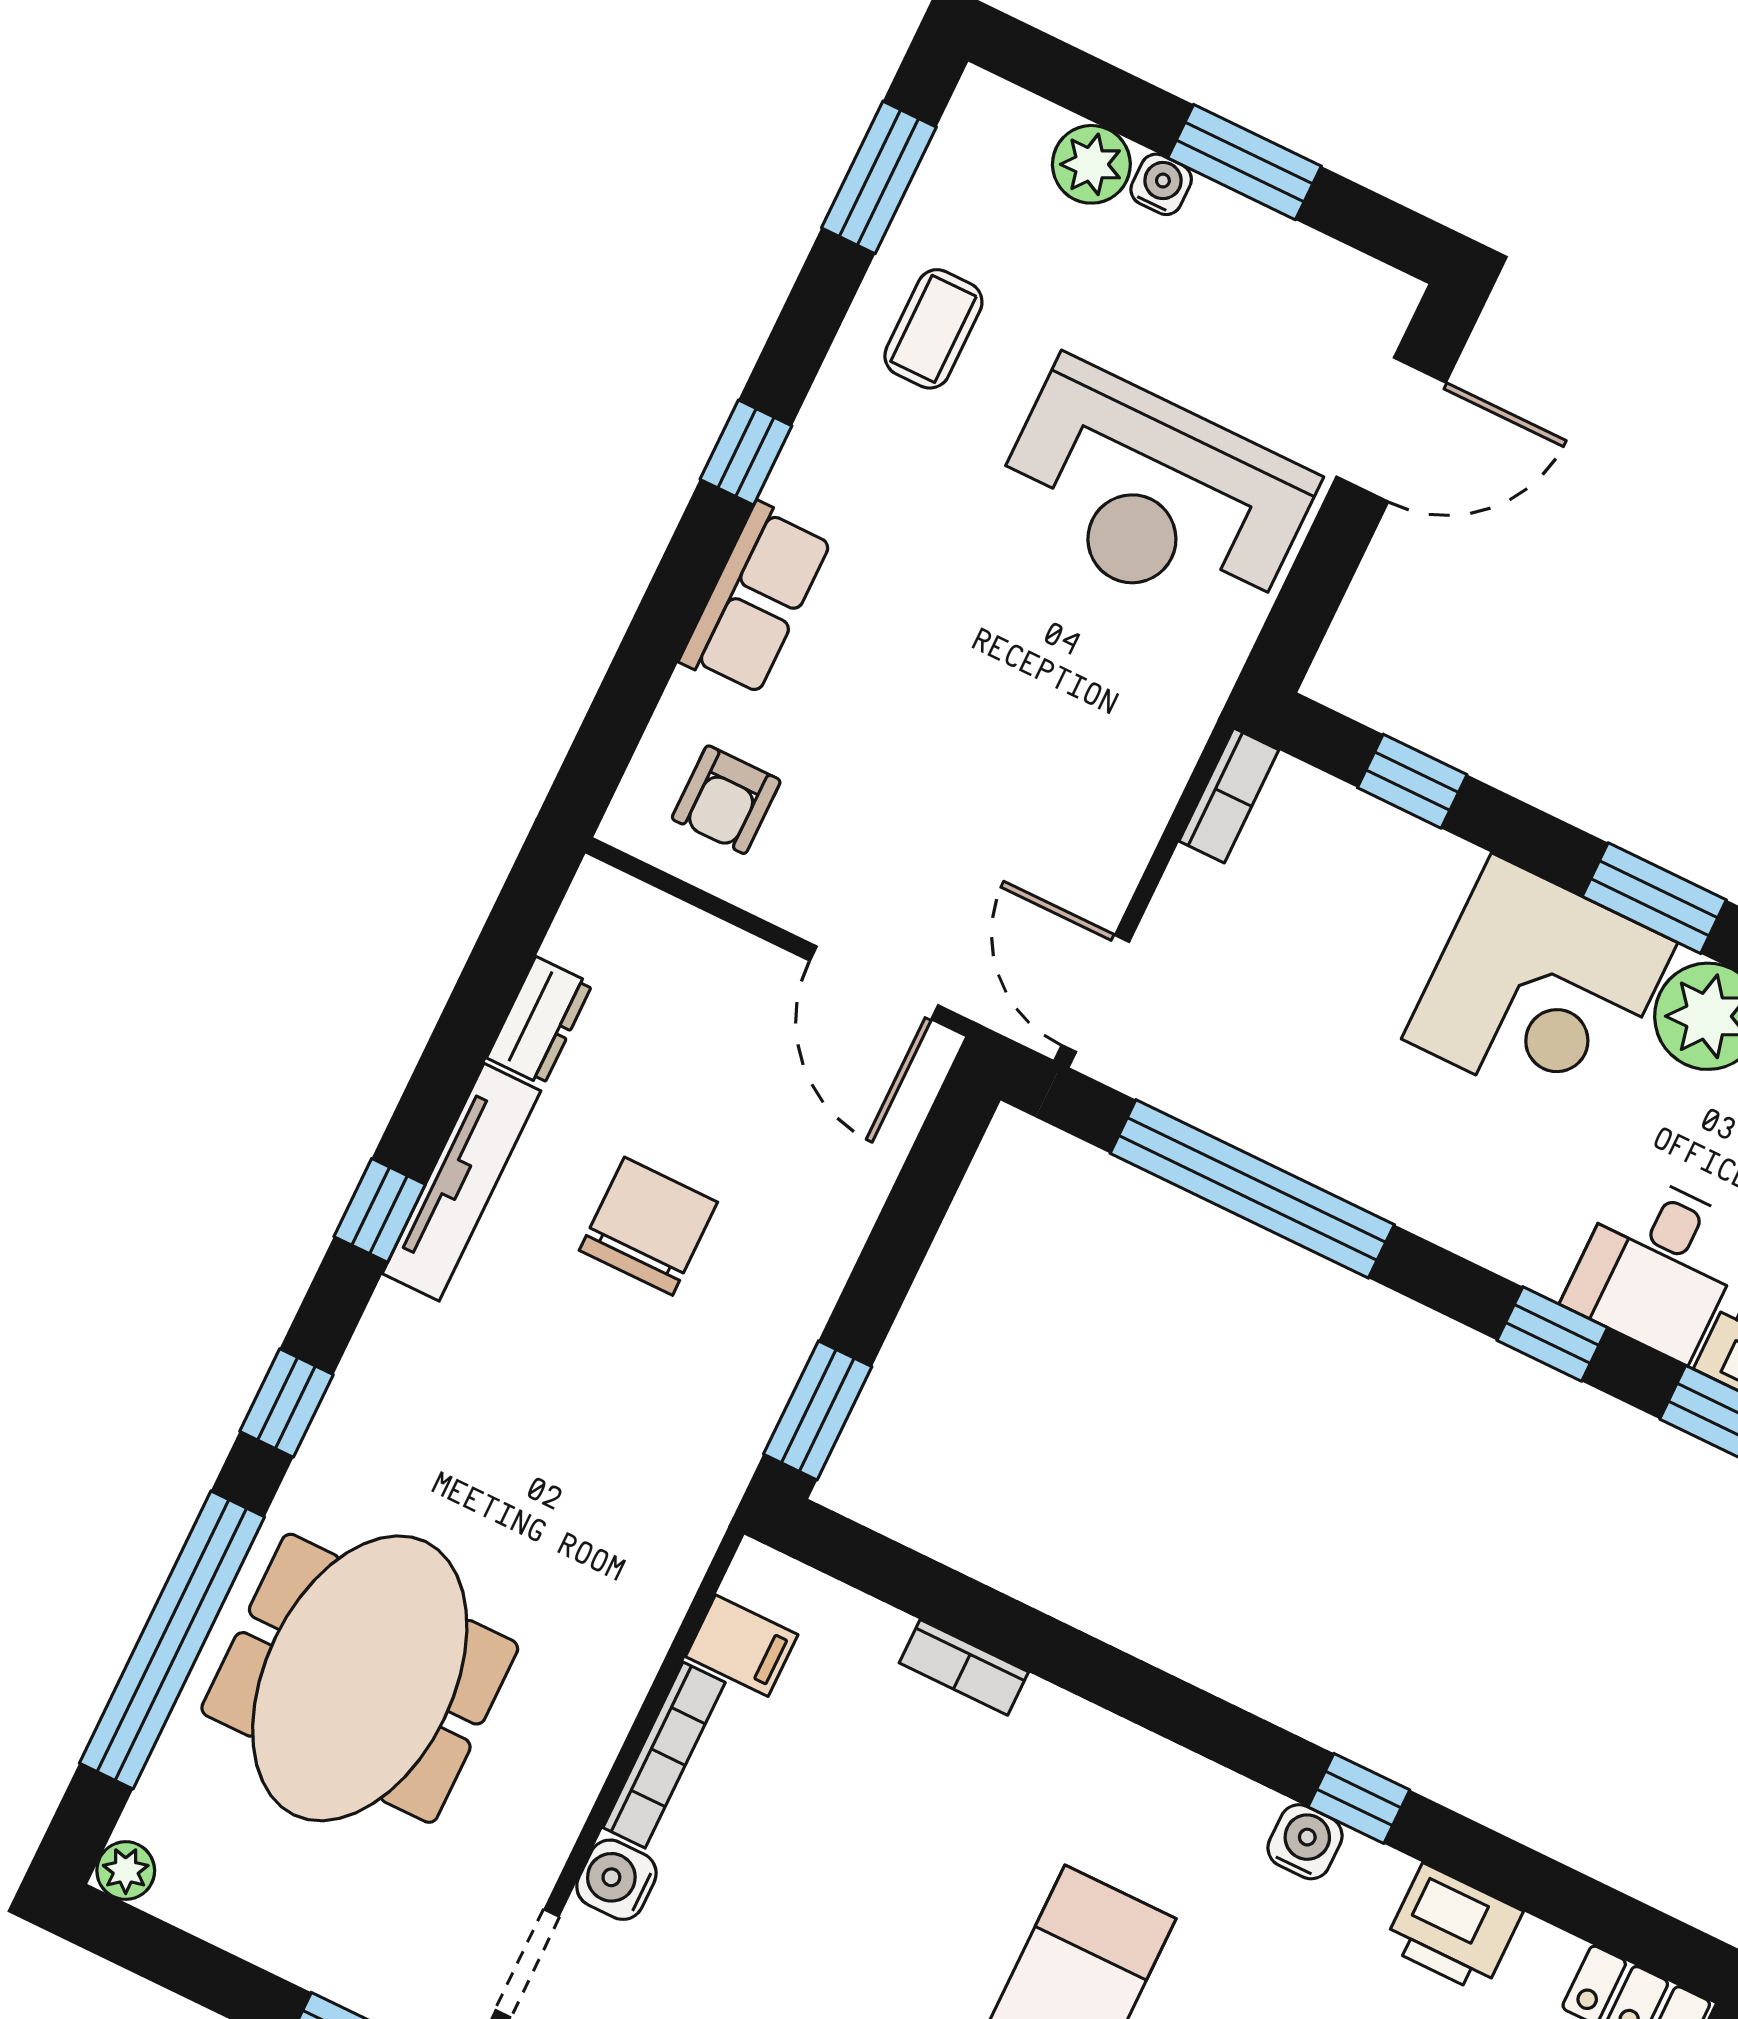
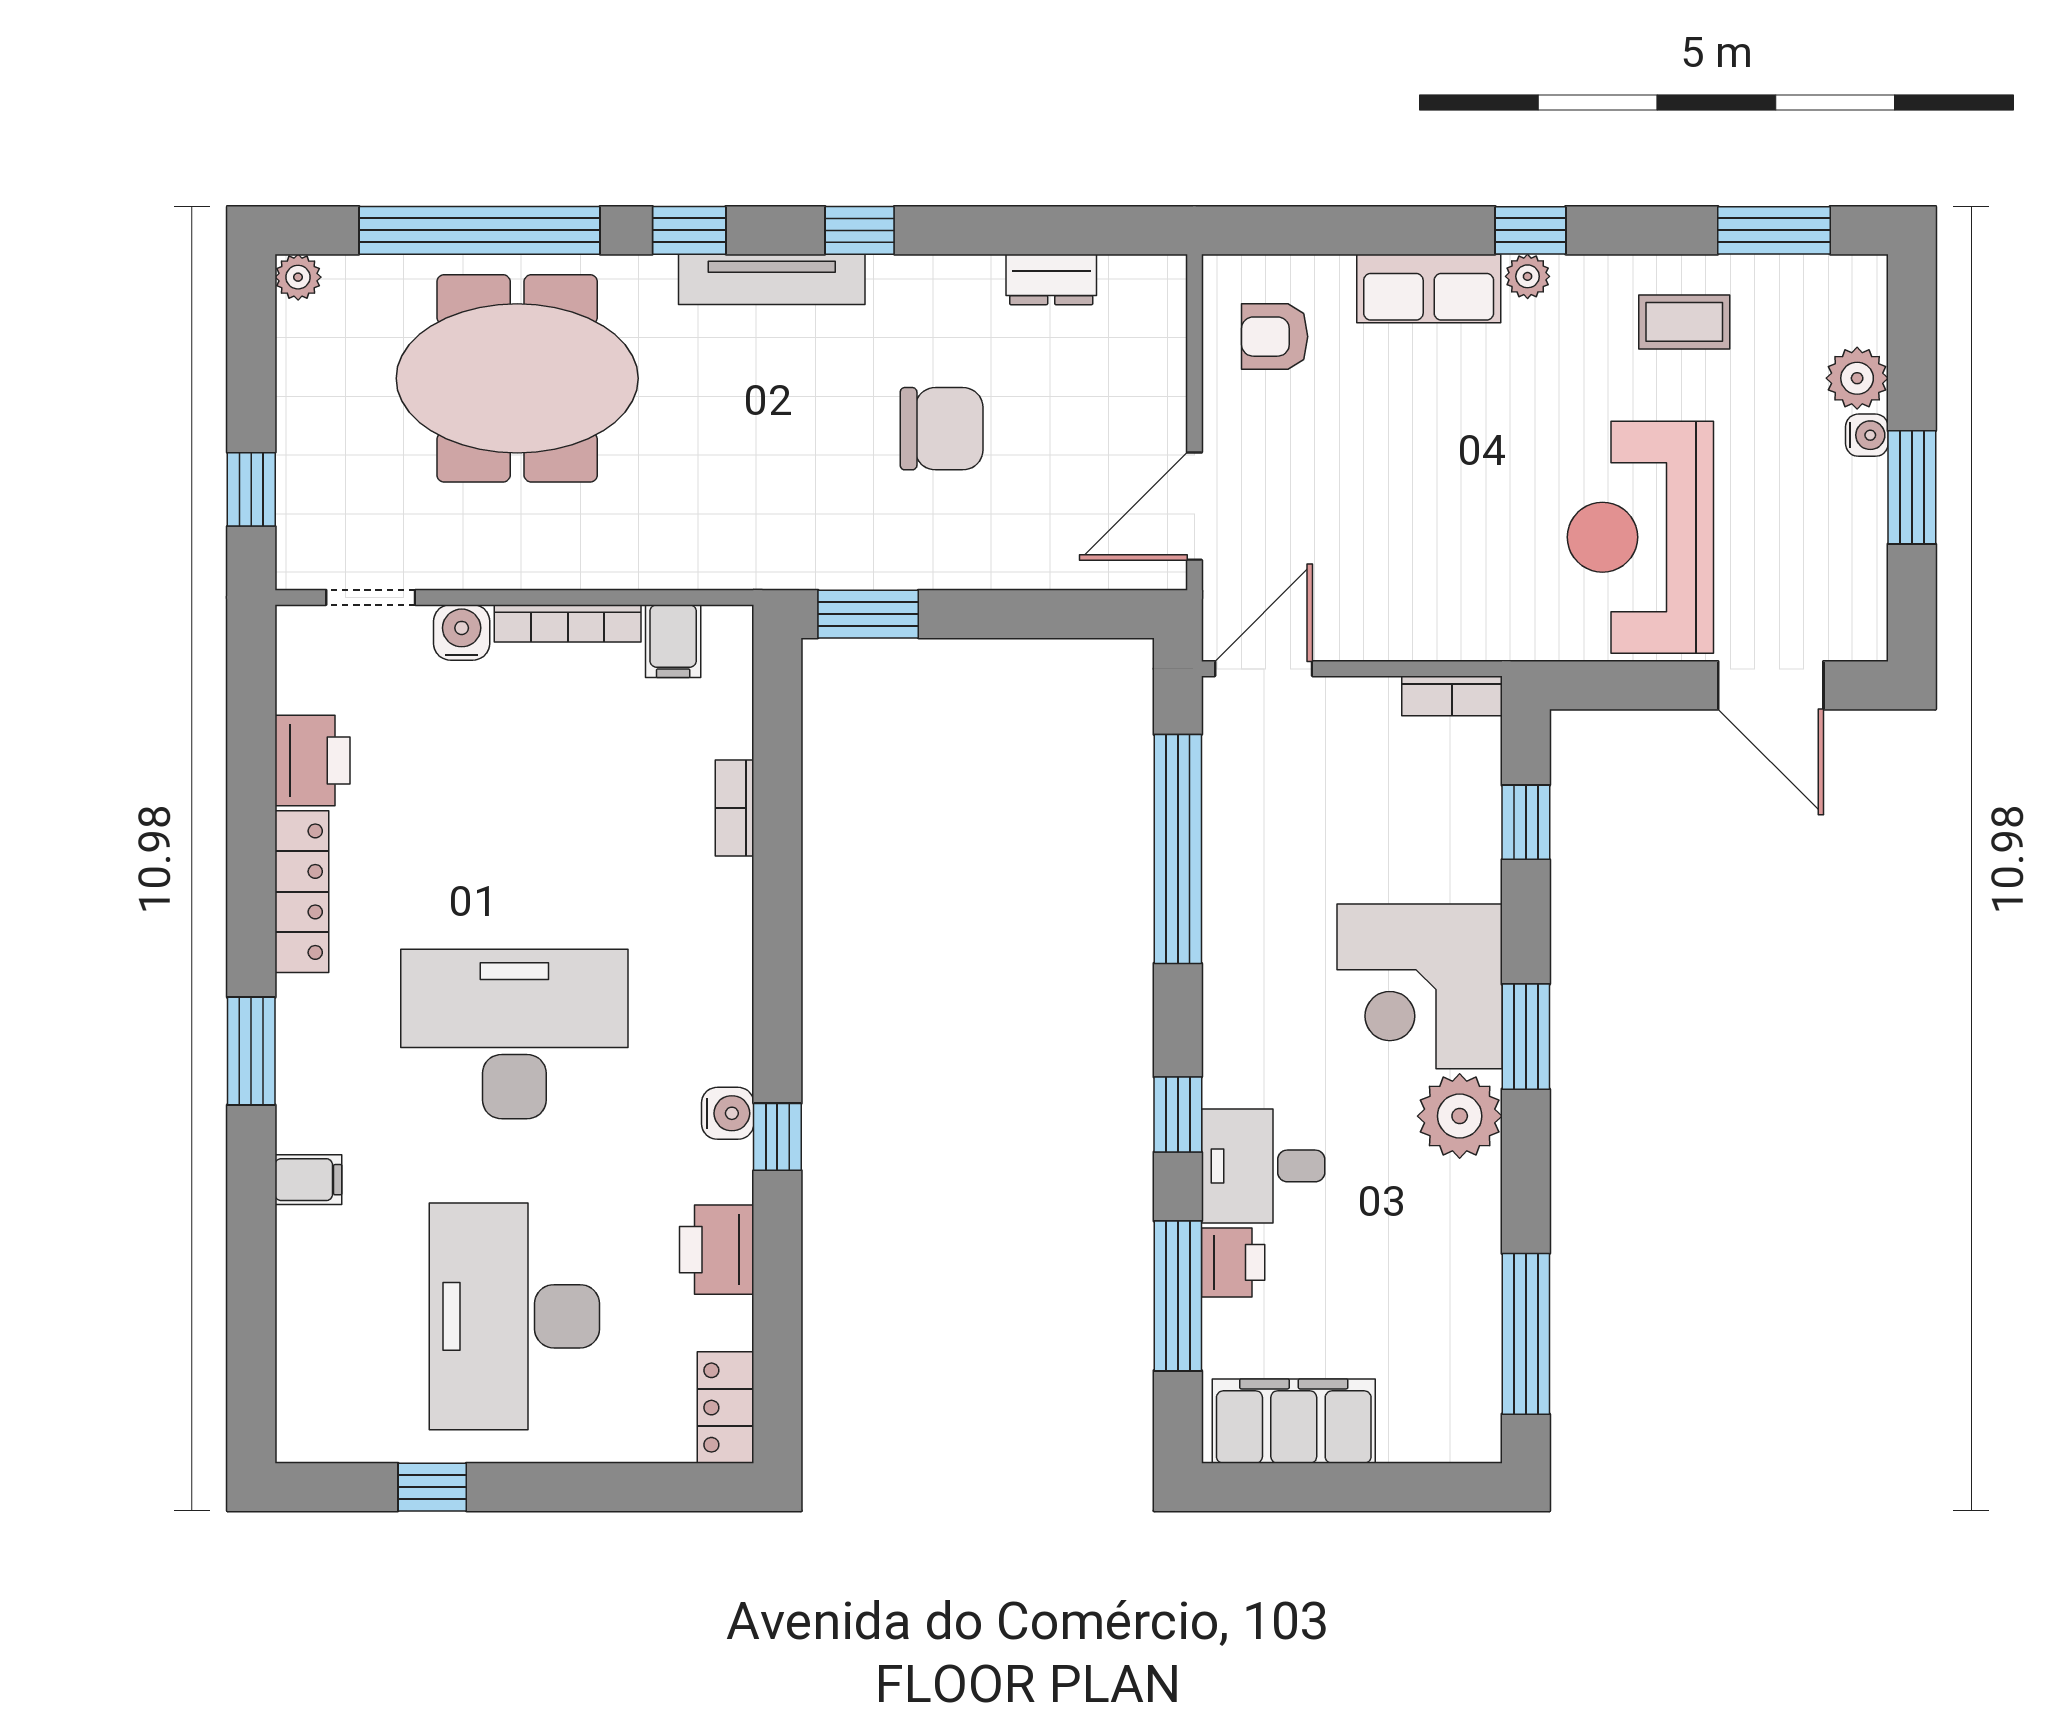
plant: (796, 481) -> (1528, 276), added
tv unit: (462, 1182) -> (772, 279), moved

